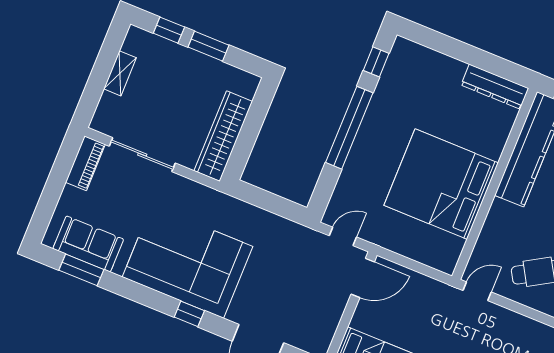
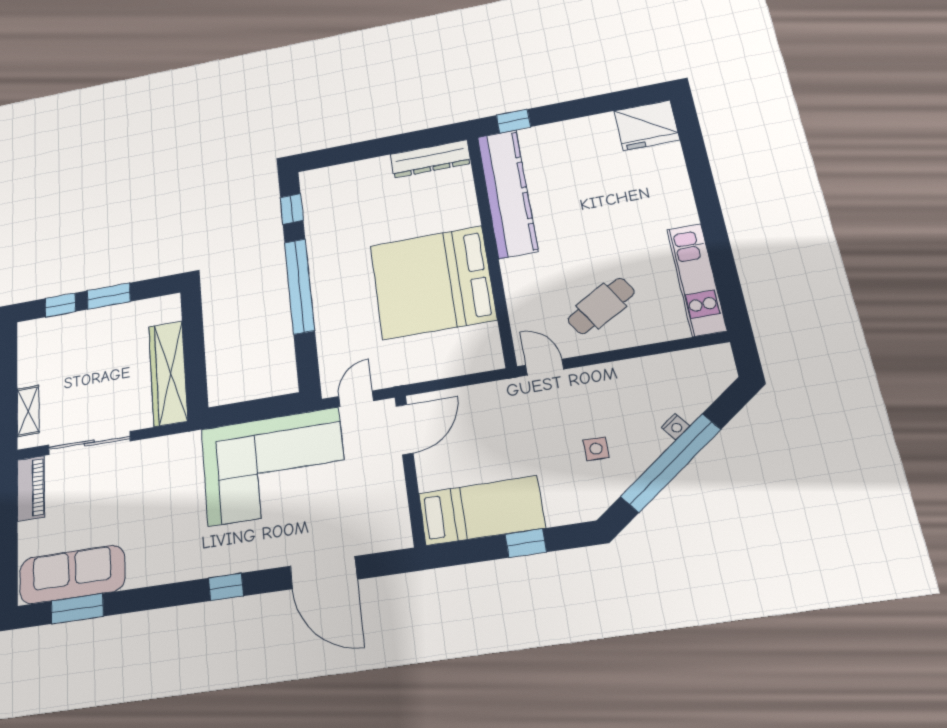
shelving: (120, 73) -> (28, 411), moved
sofa: (88, 244) -> (72, 574), width x1.36
corner sofa: (187, 262) -> (274, 466), moved, turned 180
door: (477, 291) -> (545, 367), hinge flipped

